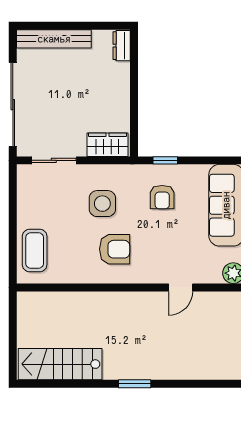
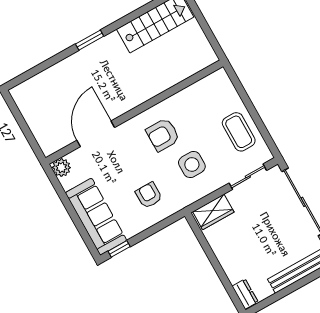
window: (165, 160) -> (119, 249), moved
coffee table: (35, 250) -> (239, 132), moved
door: (181, 287) -> (96, 134), width x1.88

